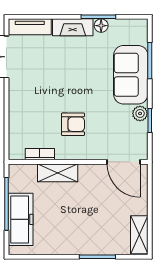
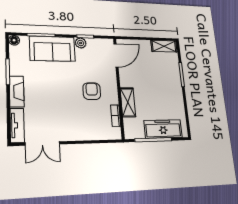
floor lamp: (101, 26) -> (14, 40), moved

